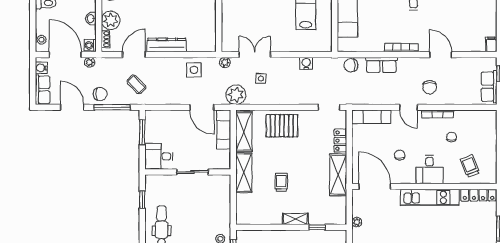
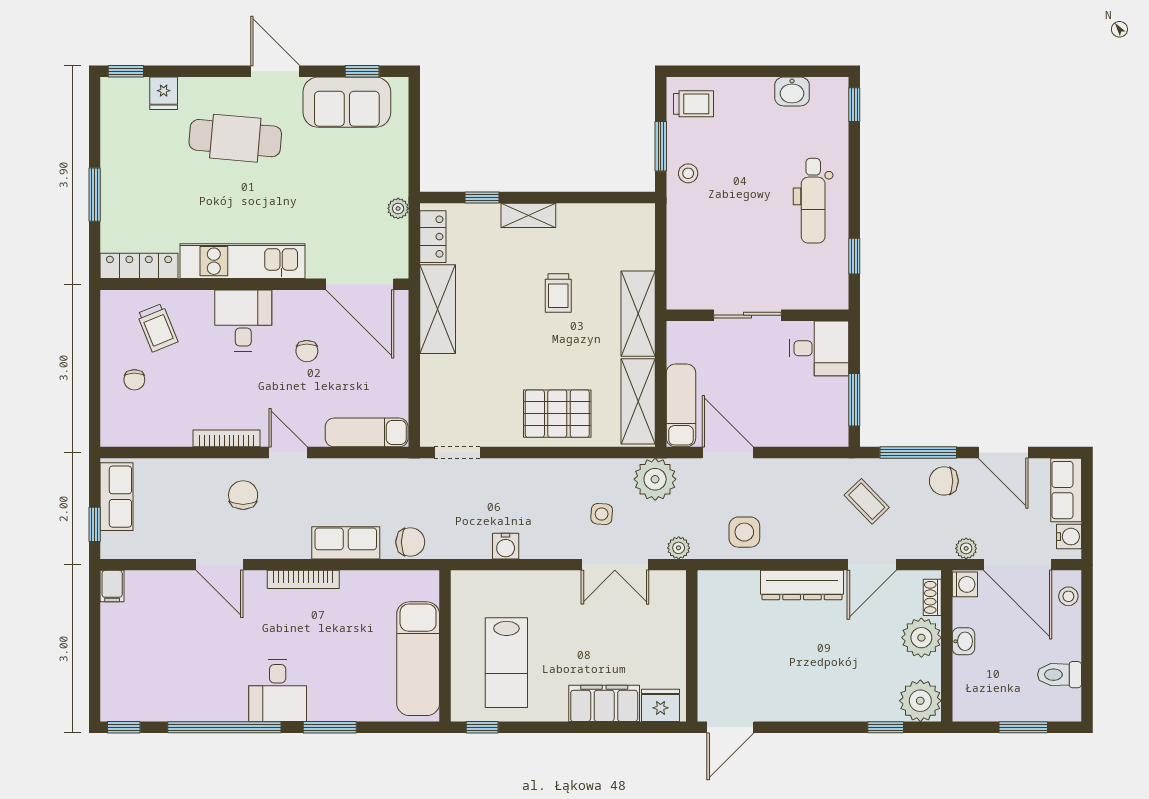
chair: (451, 137) -> (134, 380), moved
locker: (340, 141) -> (433, 237), moved

